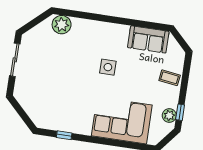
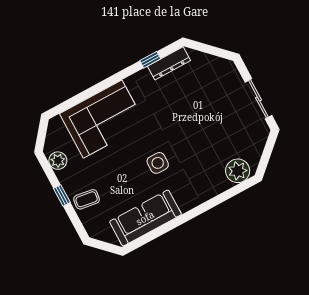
sofa: (148, 39) -> (145, 218), width x1.36
window: (180, 112) -> (62, 195), moved
dresser: (54, 124) -> (169, 63), added

